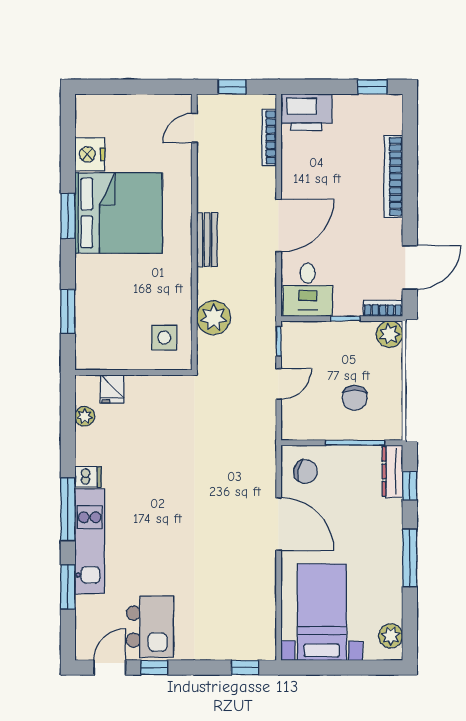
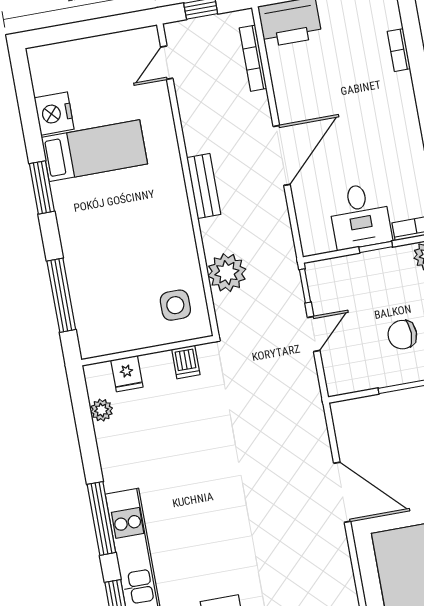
bookcase: (393, 176) -> (399, 50), width x0.43, depth x0.76
bed: (119, 213) -> (94, 151), width x0.49
desk: (308, 290) -> (360, 216), moved
window: (68, 312) -> (61, 295), width x1.44
chair: (355, 398) -> (402, 335), turned 90
chair: (306, 472) -> (362, 428), removed
dishwasher: (88, 477) -> (186, 362), moved, turned 90

